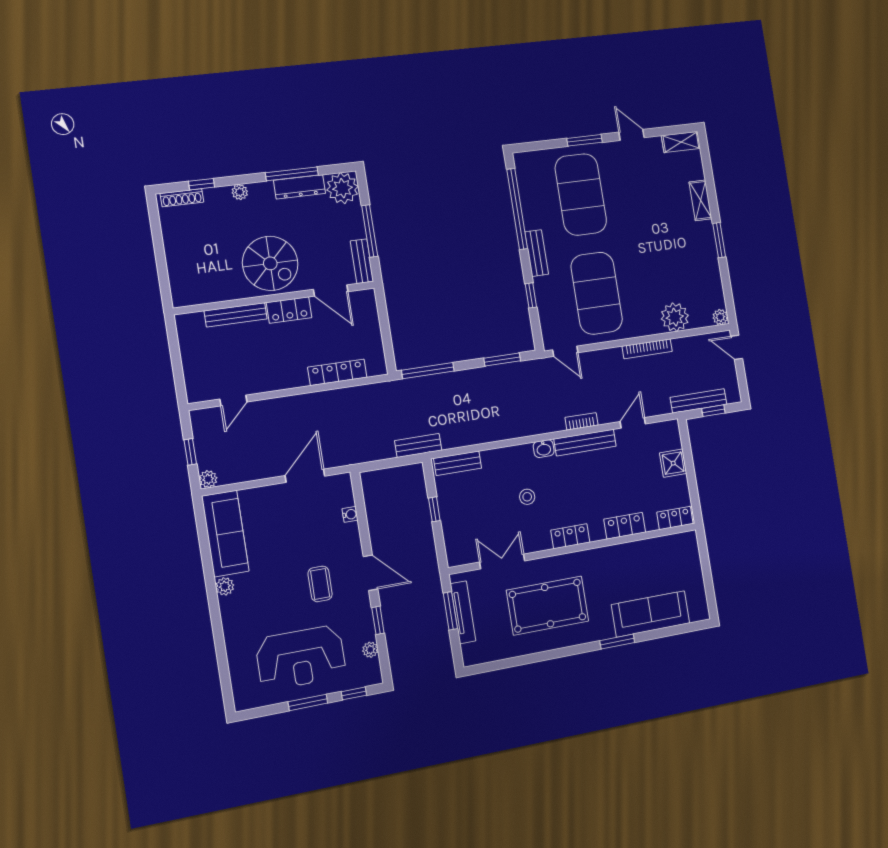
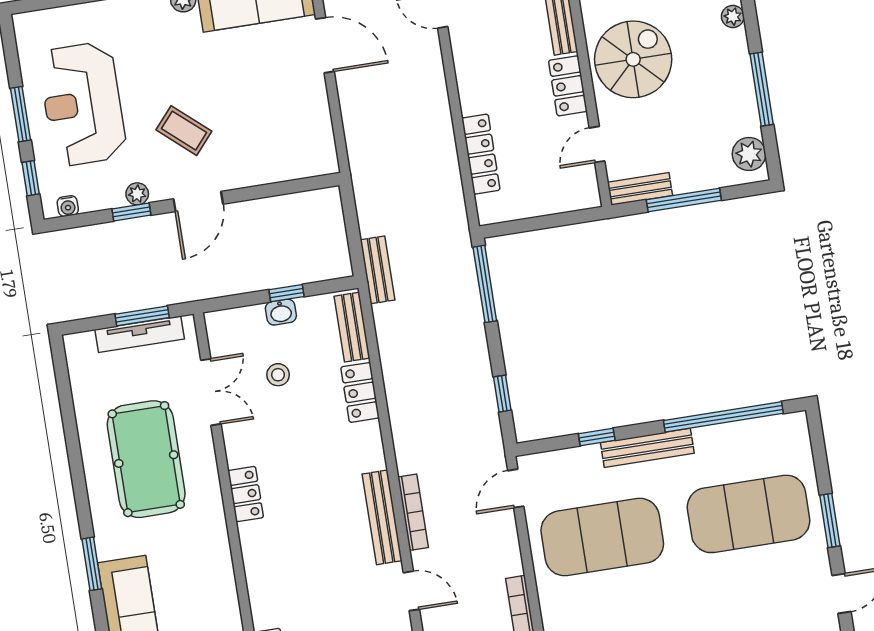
dresser: (300, 187) -> (743, 100), removed
plant: (342, 188) -> (749, 154), width x0.73, depth x0.73
bench: (537, 253) -> (647, 448), width x1.36
spiral stairs: (270, 263) -> (633, 59), turned 180
door: (331, 290) -> (597, 144), width x0.73
window: (502, 360) -> (502, 394), width x0.67
bookcase: (581, 421) -> (413, 512), width x1.56
washbasin: (544, 449) -> (281, 312), moved, turned -90
door: (305, 476) -> (325, 45), moved
stool: (527, 497) -> (278, 375), moved
water cooler: (350, 514) -> (68, 206), moved
locker: (625, 526) -> (360, 392), moved, turned 180
coffee table: (320, 584) -> (184, 131), turned 41
plant: (370, 650) -> (137, 194), moved

